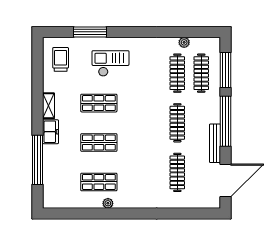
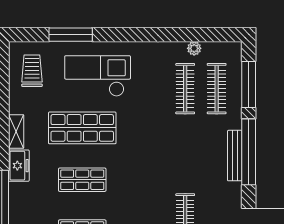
checkout: (111, 63) -> (98, 76), width x1.36, depth x1.21
shop shelf: (99, 103) -> (82, 128), width x1.43, depth x1.36
clothes rail: (177, 123) -> (185, 154), removed
bench: (215, 143) -> (235, 156), moved

